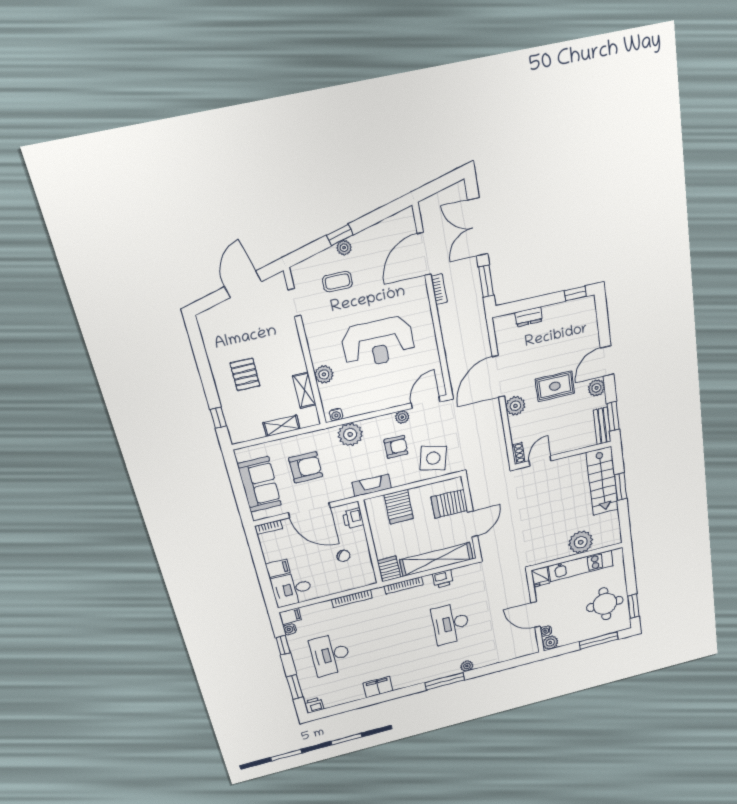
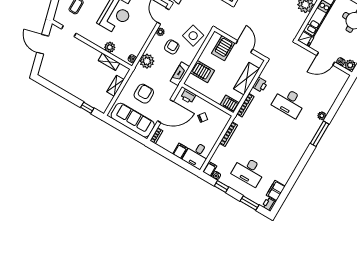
pallet: (245, 374) -> (79, 79), removed
sofa: (259, 484) -> (133, 120), width x1.36
shelving: (436, 559) -> (247, 79), width x0.68
filing cabinet: (378, 687) -> (276, 191), moved

